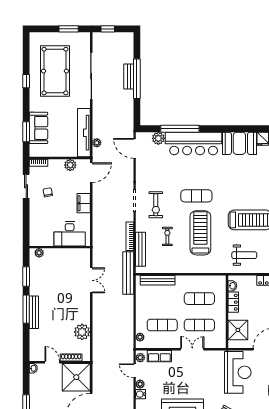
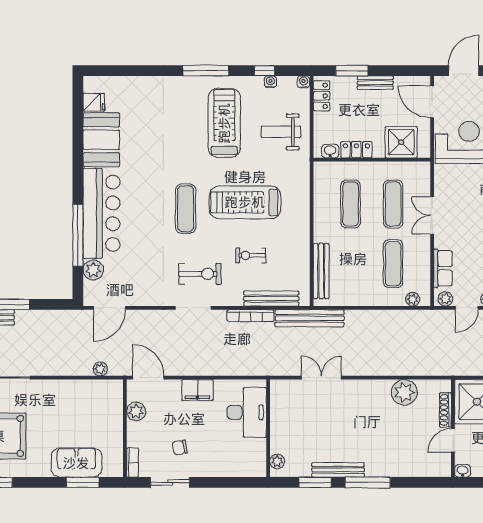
tv unit: (84, 133) -> (84, 389), removed
weight bench: (244, 255) -> (281, 132), turned -90
bench: (34, 312) -> (338, 470), moved

